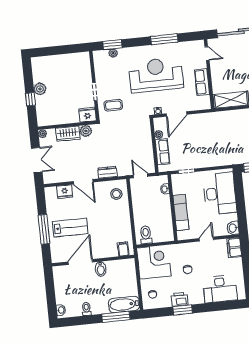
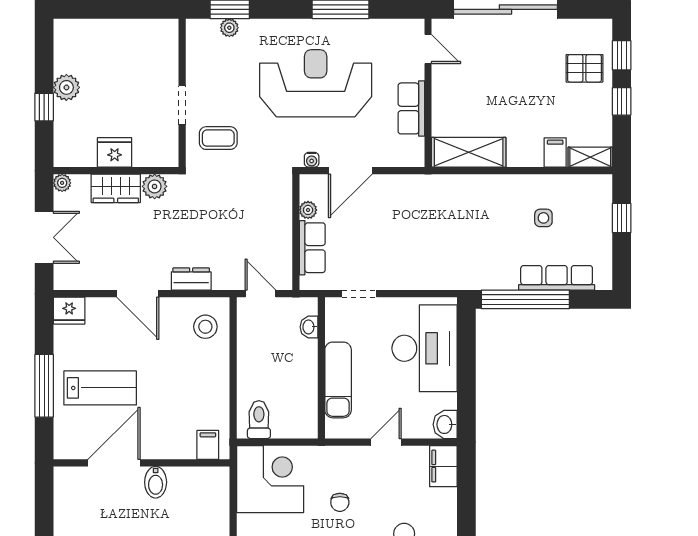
fridge: (87, 115) -> (115, 152), moved
fridge: (65, 192) -> (69, 311), moved

